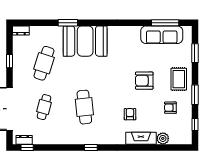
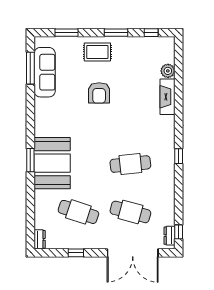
window: (68, 23) -> (30, 160), moved
cafe table: (44, 107) -> (130, 212), width x1.37, depth x1.35
armchair: (170, 108) -> (131, 62), removed
armchair: (130, 114) -> (139, 110), removed

